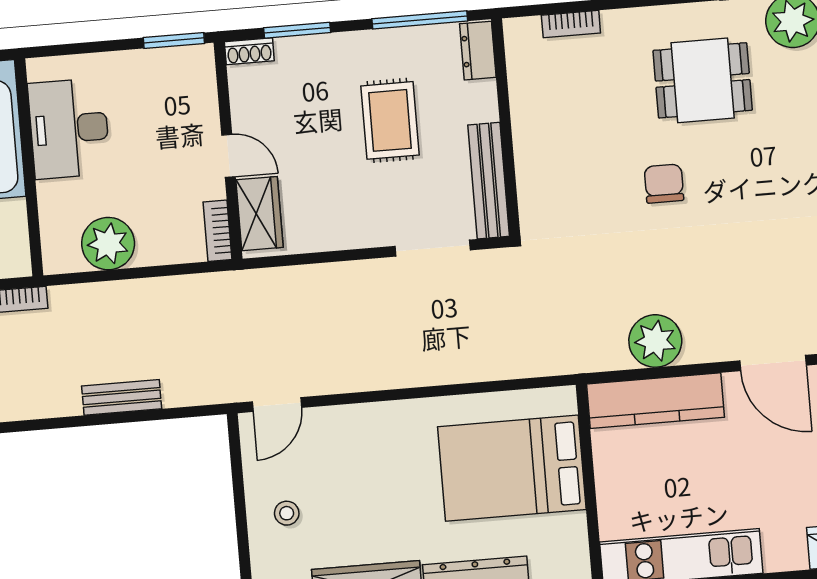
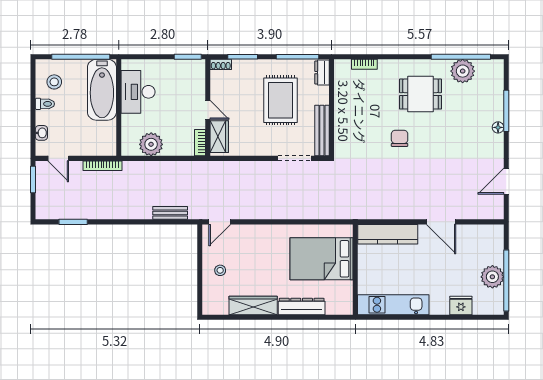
rug: (390, 120) -> (281, 100), width x1.36, depth x1.43
plant: (655, 341) -> (390, 208), removed
bench: (122, 397) -> (170, 213), moved

